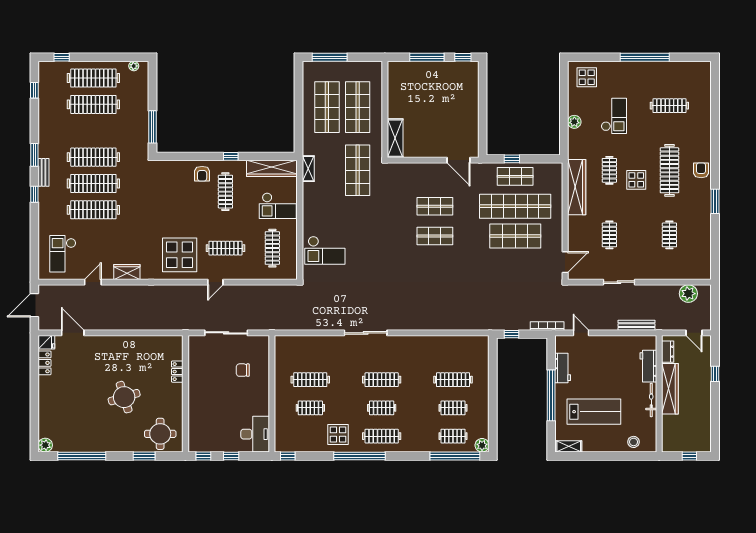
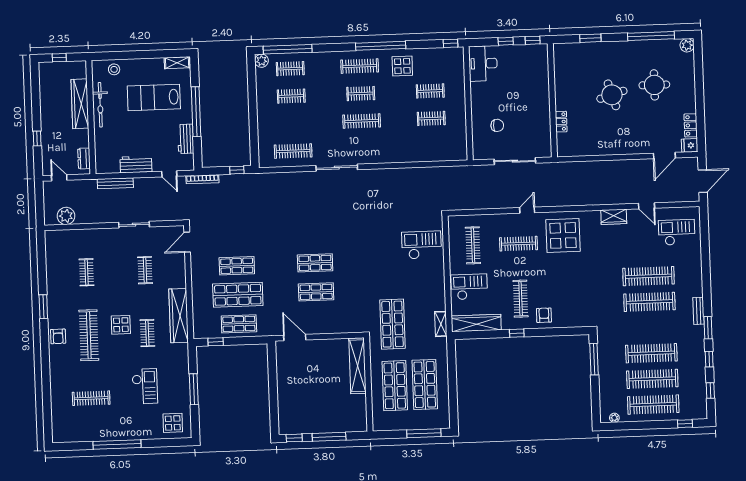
window: (564, 111) -> (194, 389), added
checkout: (614, 116) -> (145, 386), turned 180
plant: (574, 122) -> (183, 379), removed
shelving: (395, 138) -> (357, 366), width x1.47
clothes rail: (93, 157) -> (651, 353), moved
window: (512, 159) -> (216, 342), moved
window: (34, 194) -> (709, 359), moved
shop shelf: (515, 206) -> (238, 295), width x0.71
shop shelf: (515, 236) -> (237, 266), width x0.70, depth x0.74
checkout: (63, 254) -> (677, 232), turned -90
door: (93, 282) -> (646, 206), hinge flipped
door: (73, 333) -> (664, 156), hinge flipped
sliding door: (366, 333) -> (337, 168), moved
workbench: (648, 366) -> (136, 164), moved, turned -90
clothes rail: (310, 380) -> (431, 118), width x0.73
clothes rail: (453, 380) -> (293, 151), moved
wardrobe: (670, 389) -> (80, 104), moved
bicycle: (651, 400) -> (100, 105), width x1.37, depth x1.40
round table: (160, 434) -> (654, 85), moved

